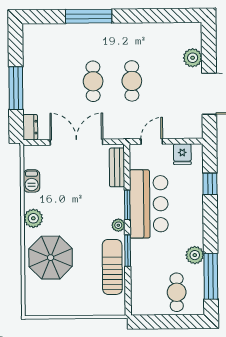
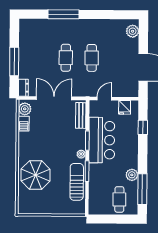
plant: (193, 58) -> (133, 31), moved
plant: (33, 218) -> (25, 109), moved

